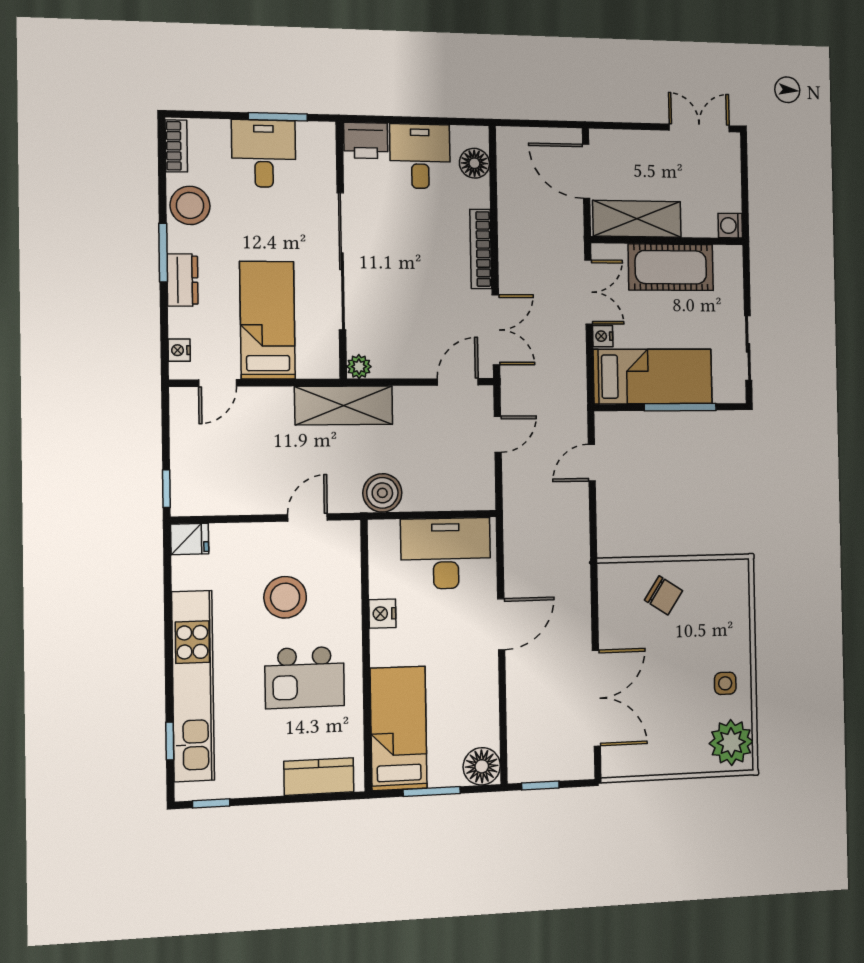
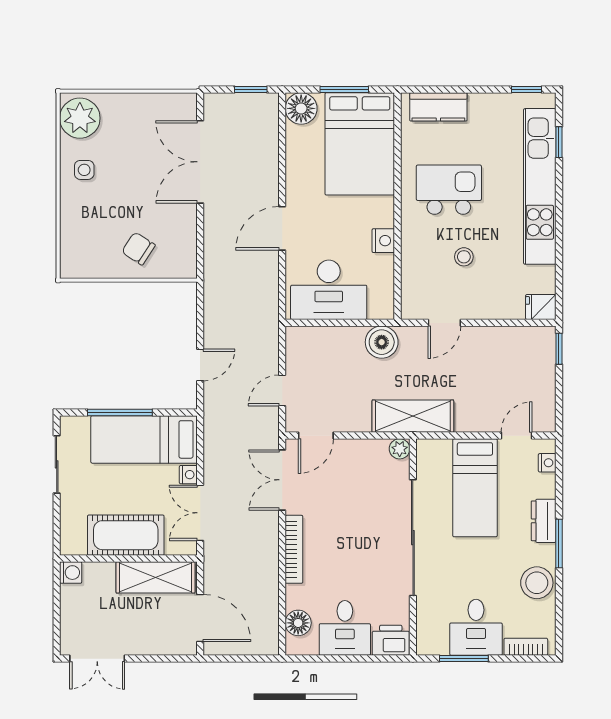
bookcase: (176, 146) -> (526, 647), moved, turned 90
stool: (285, 597) -> (464, 257), width x0.53, depth x0.53
bed: (398, 728) -> (360, 144), width x1.50

